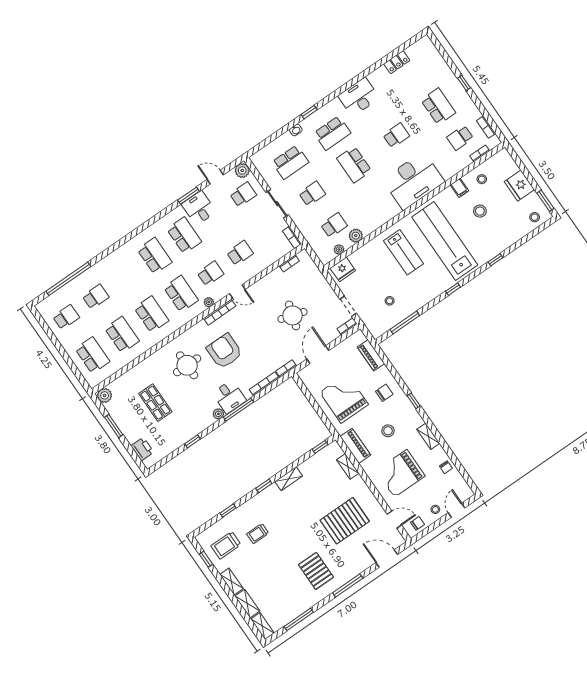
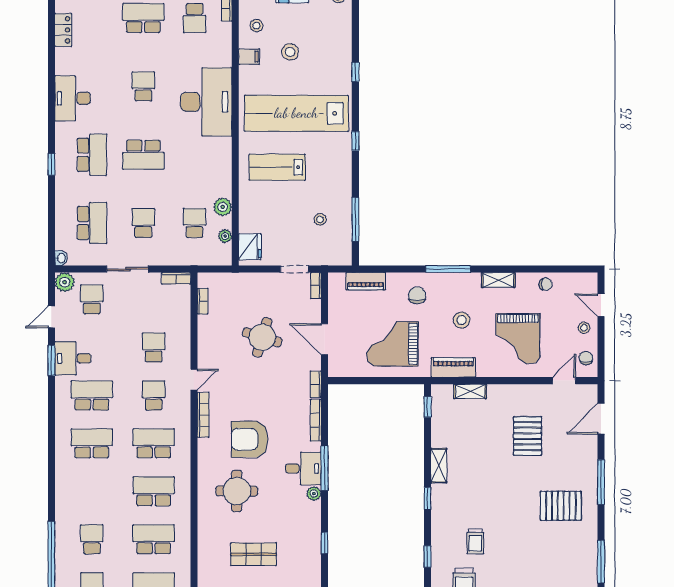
washbasin: (296, 130) -> (61, 258), moved
lab bench: (404, 252) -> (277, 167), turned 180
plant: (209, 302) -> (184, 419), removed
window: (414, 401) -> (448, 269), width x2.17
pallet: (345, 521) -> (528, 436), width x0.73, depth x0.71

